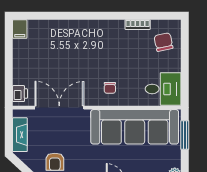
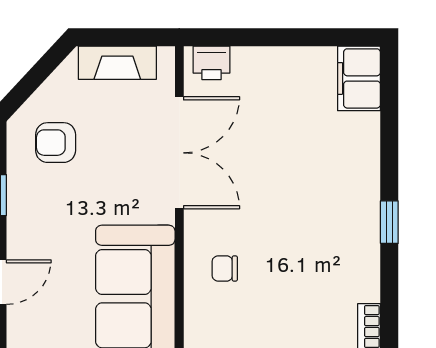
window: (90, 16) -> (389, 222), added
filing cabinet: (20, 29) -> (359, 78), width x2.00

